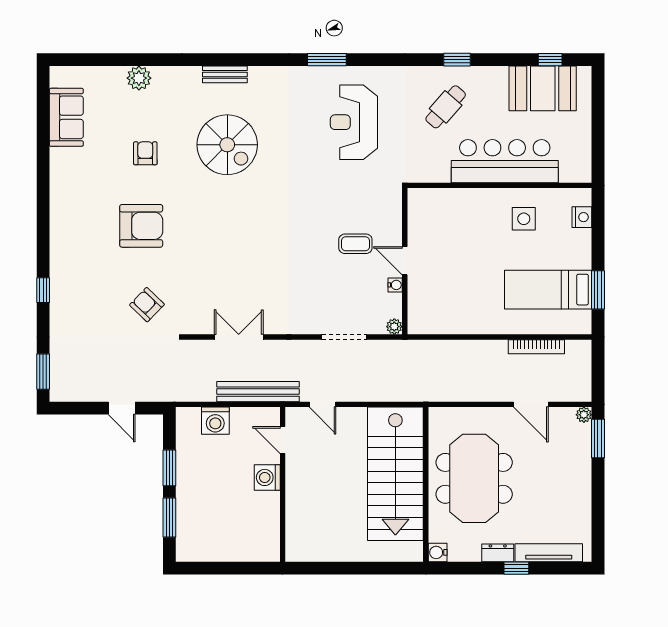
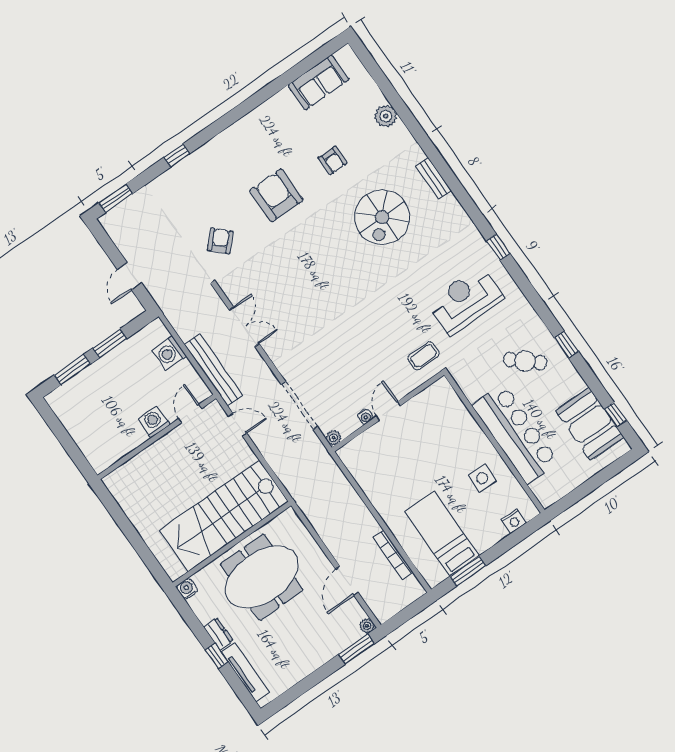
window: (327, 60) -> (498, 247), width x0.67
armchair: (145, 153) -> (333, 160), turned 90
armchair: (141, 226) -> (276, 195), turned 180
coffee table: (355, 244) -> (423, 356), moved, turned 90
doorway: (344, 337) -> (299, 406), width x1.36
door: (322, 404) -> (238, 425), swing flipped

